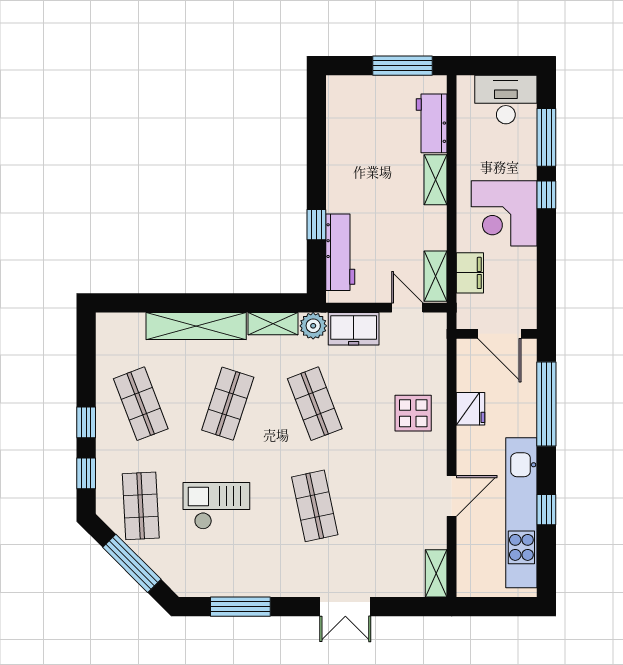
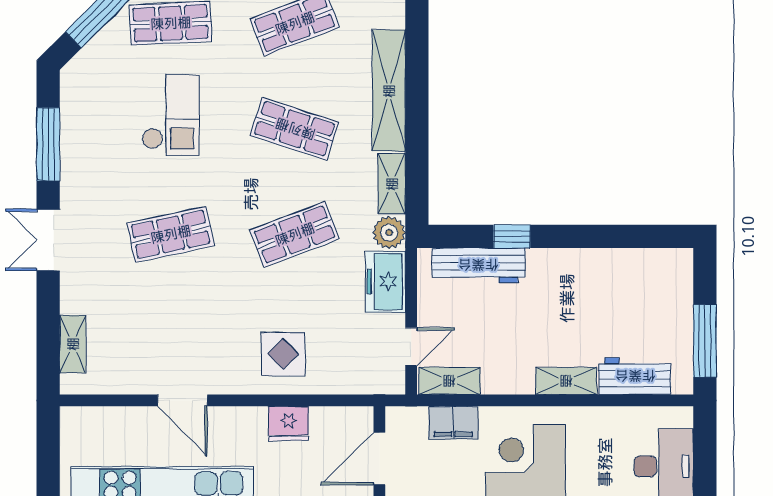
shelving: (436, 573) -> (73, 344), moved, turned 90
double door: (345, 607) -> (48, 240), moved

